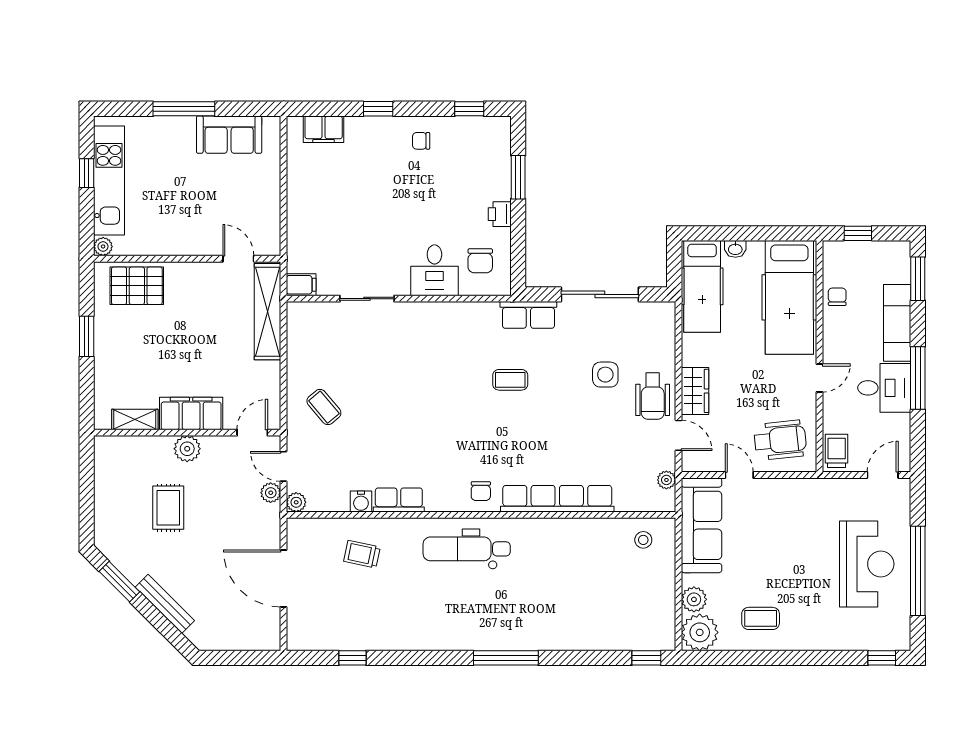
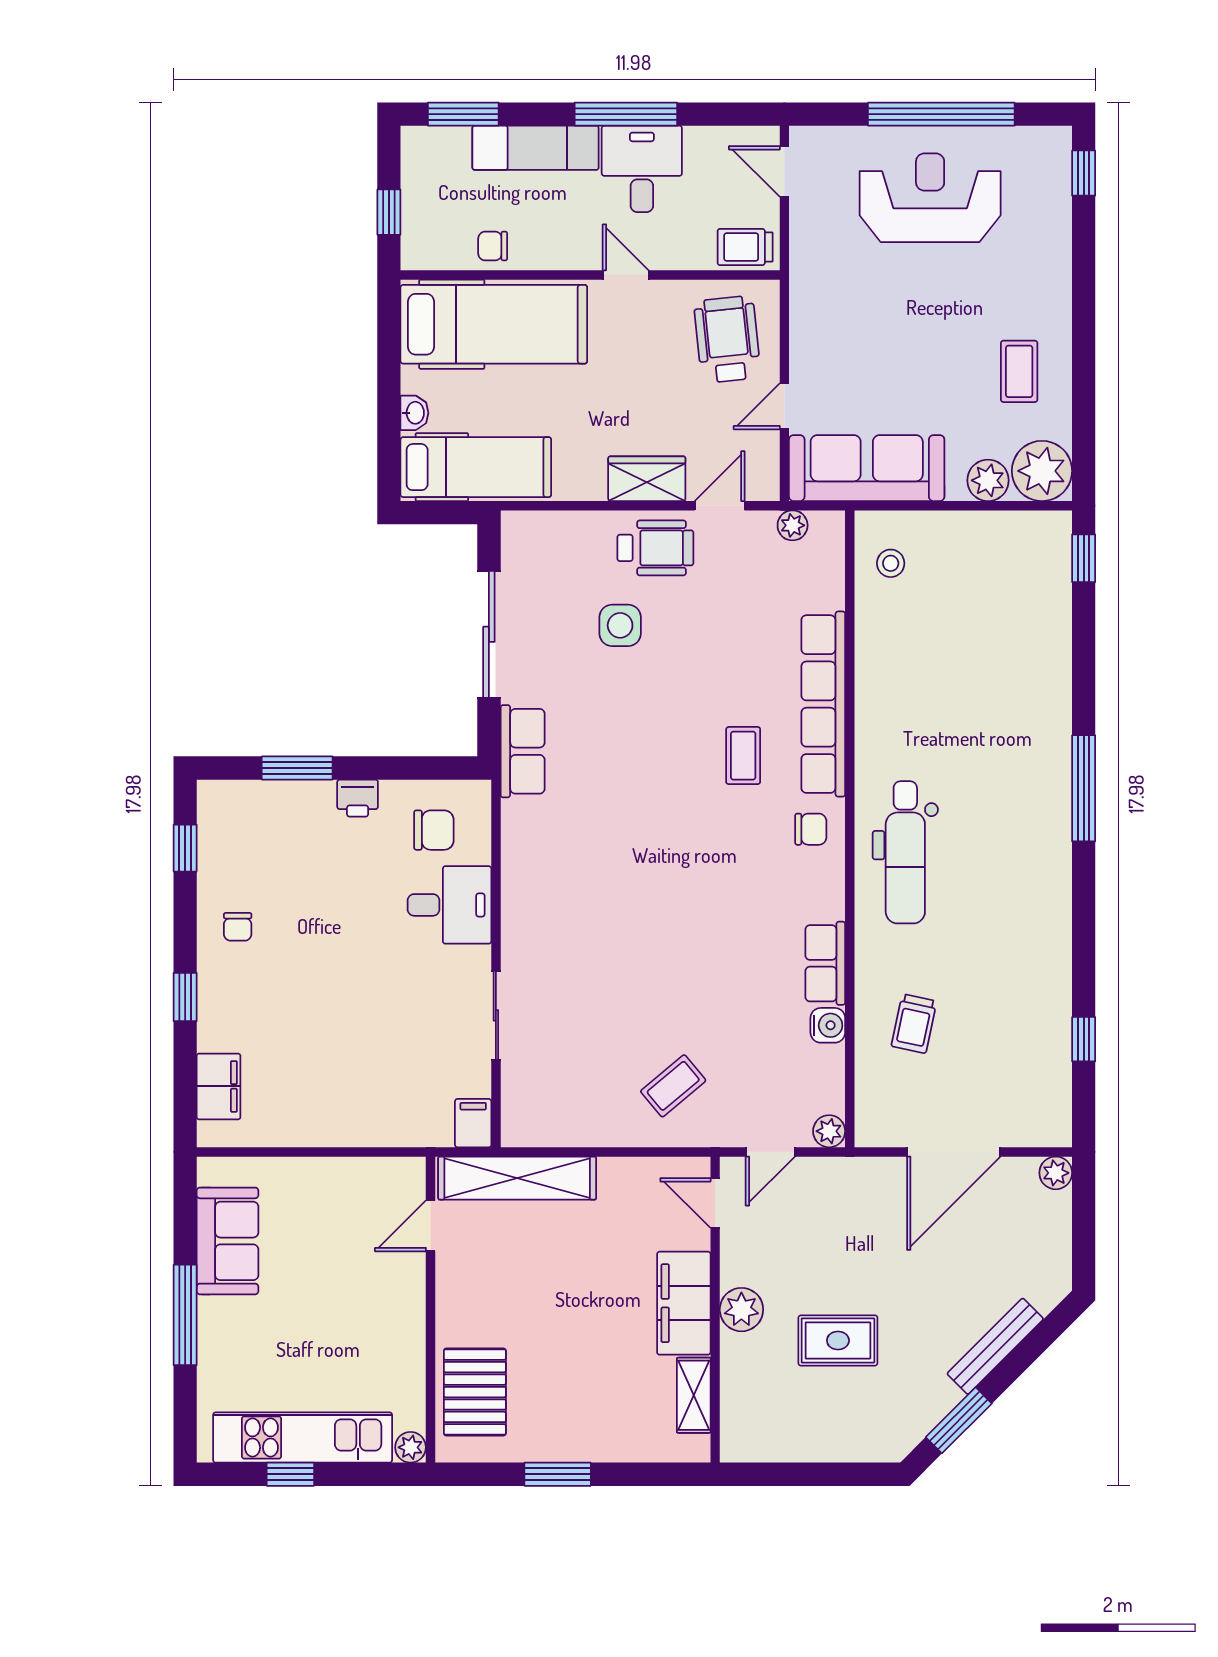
coffee table: (510, 380) -> (743, 756), moved
plant: (271, 493) -> (1056, 1173), moved

